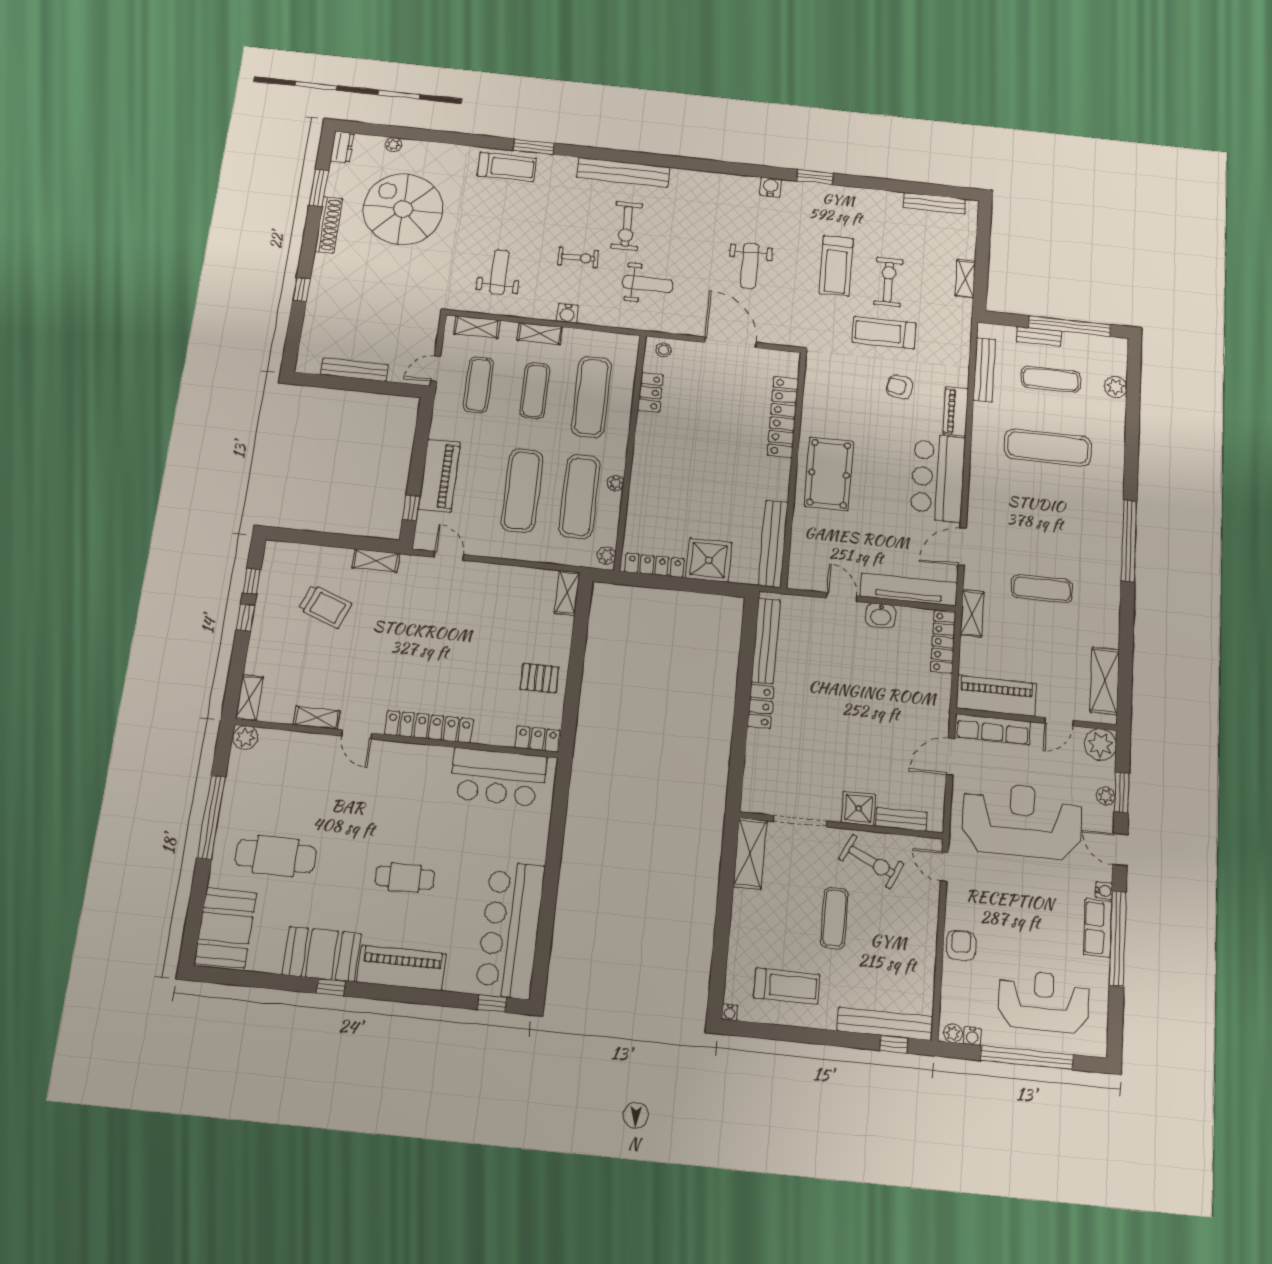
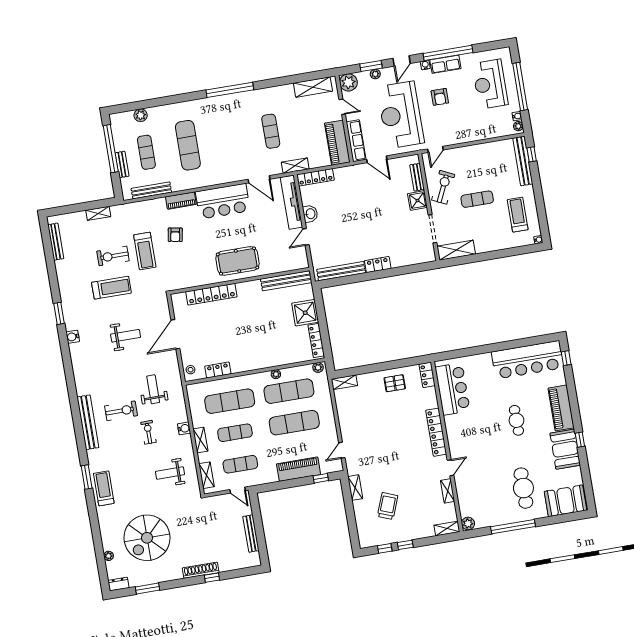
shoe rack: (329, 225) -> (201, 570), moved
pallet: (539, 678) -> (395, 383), turned 90
armchair: (961, 945) -> (440, 97), moved, turned -90

